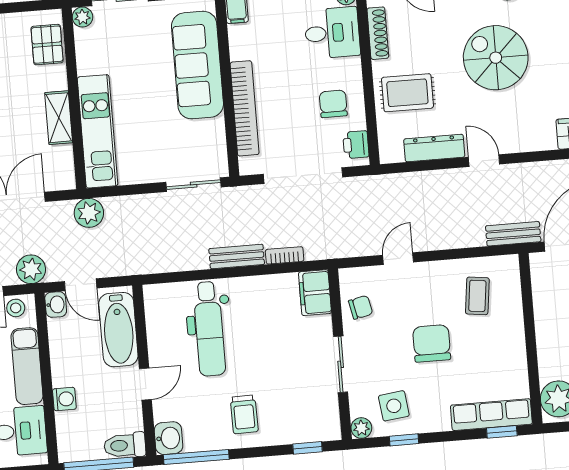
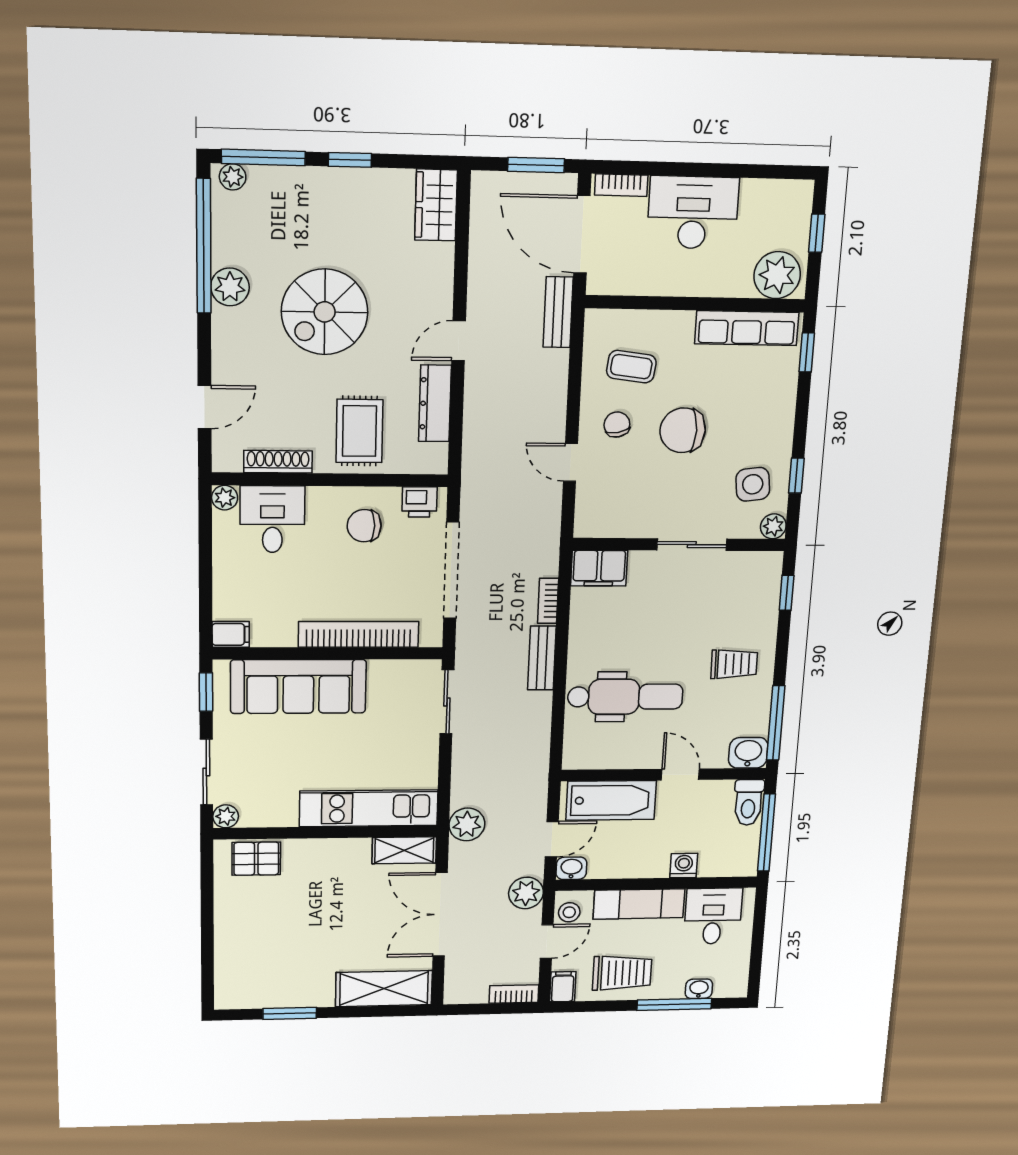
shelving: (59, 118) -> (404, 850), moved
chair: (361, 307) -> (617, 425), moved
row of seats: (491, 415) -> (747, 328), moved, turned -90

